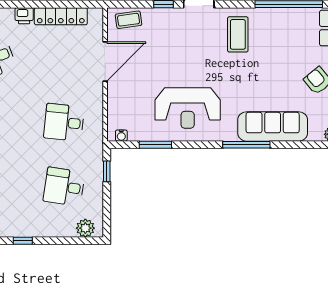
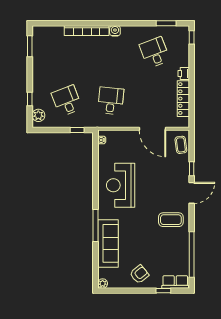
window: (155, 145) -> (95, 163), removed
desk: (64, 187) -> (67, 101), turned -30
window: (23, 241) -> (30, 99), moved

